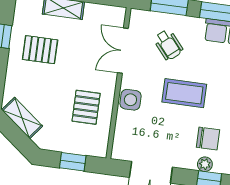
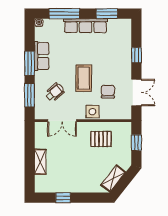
pallet: (40, 50) -> (69, 173), removed
chair: (208, 139) -> (108, 92), moved
plant: (205, 164) -> (127, 59), removed

